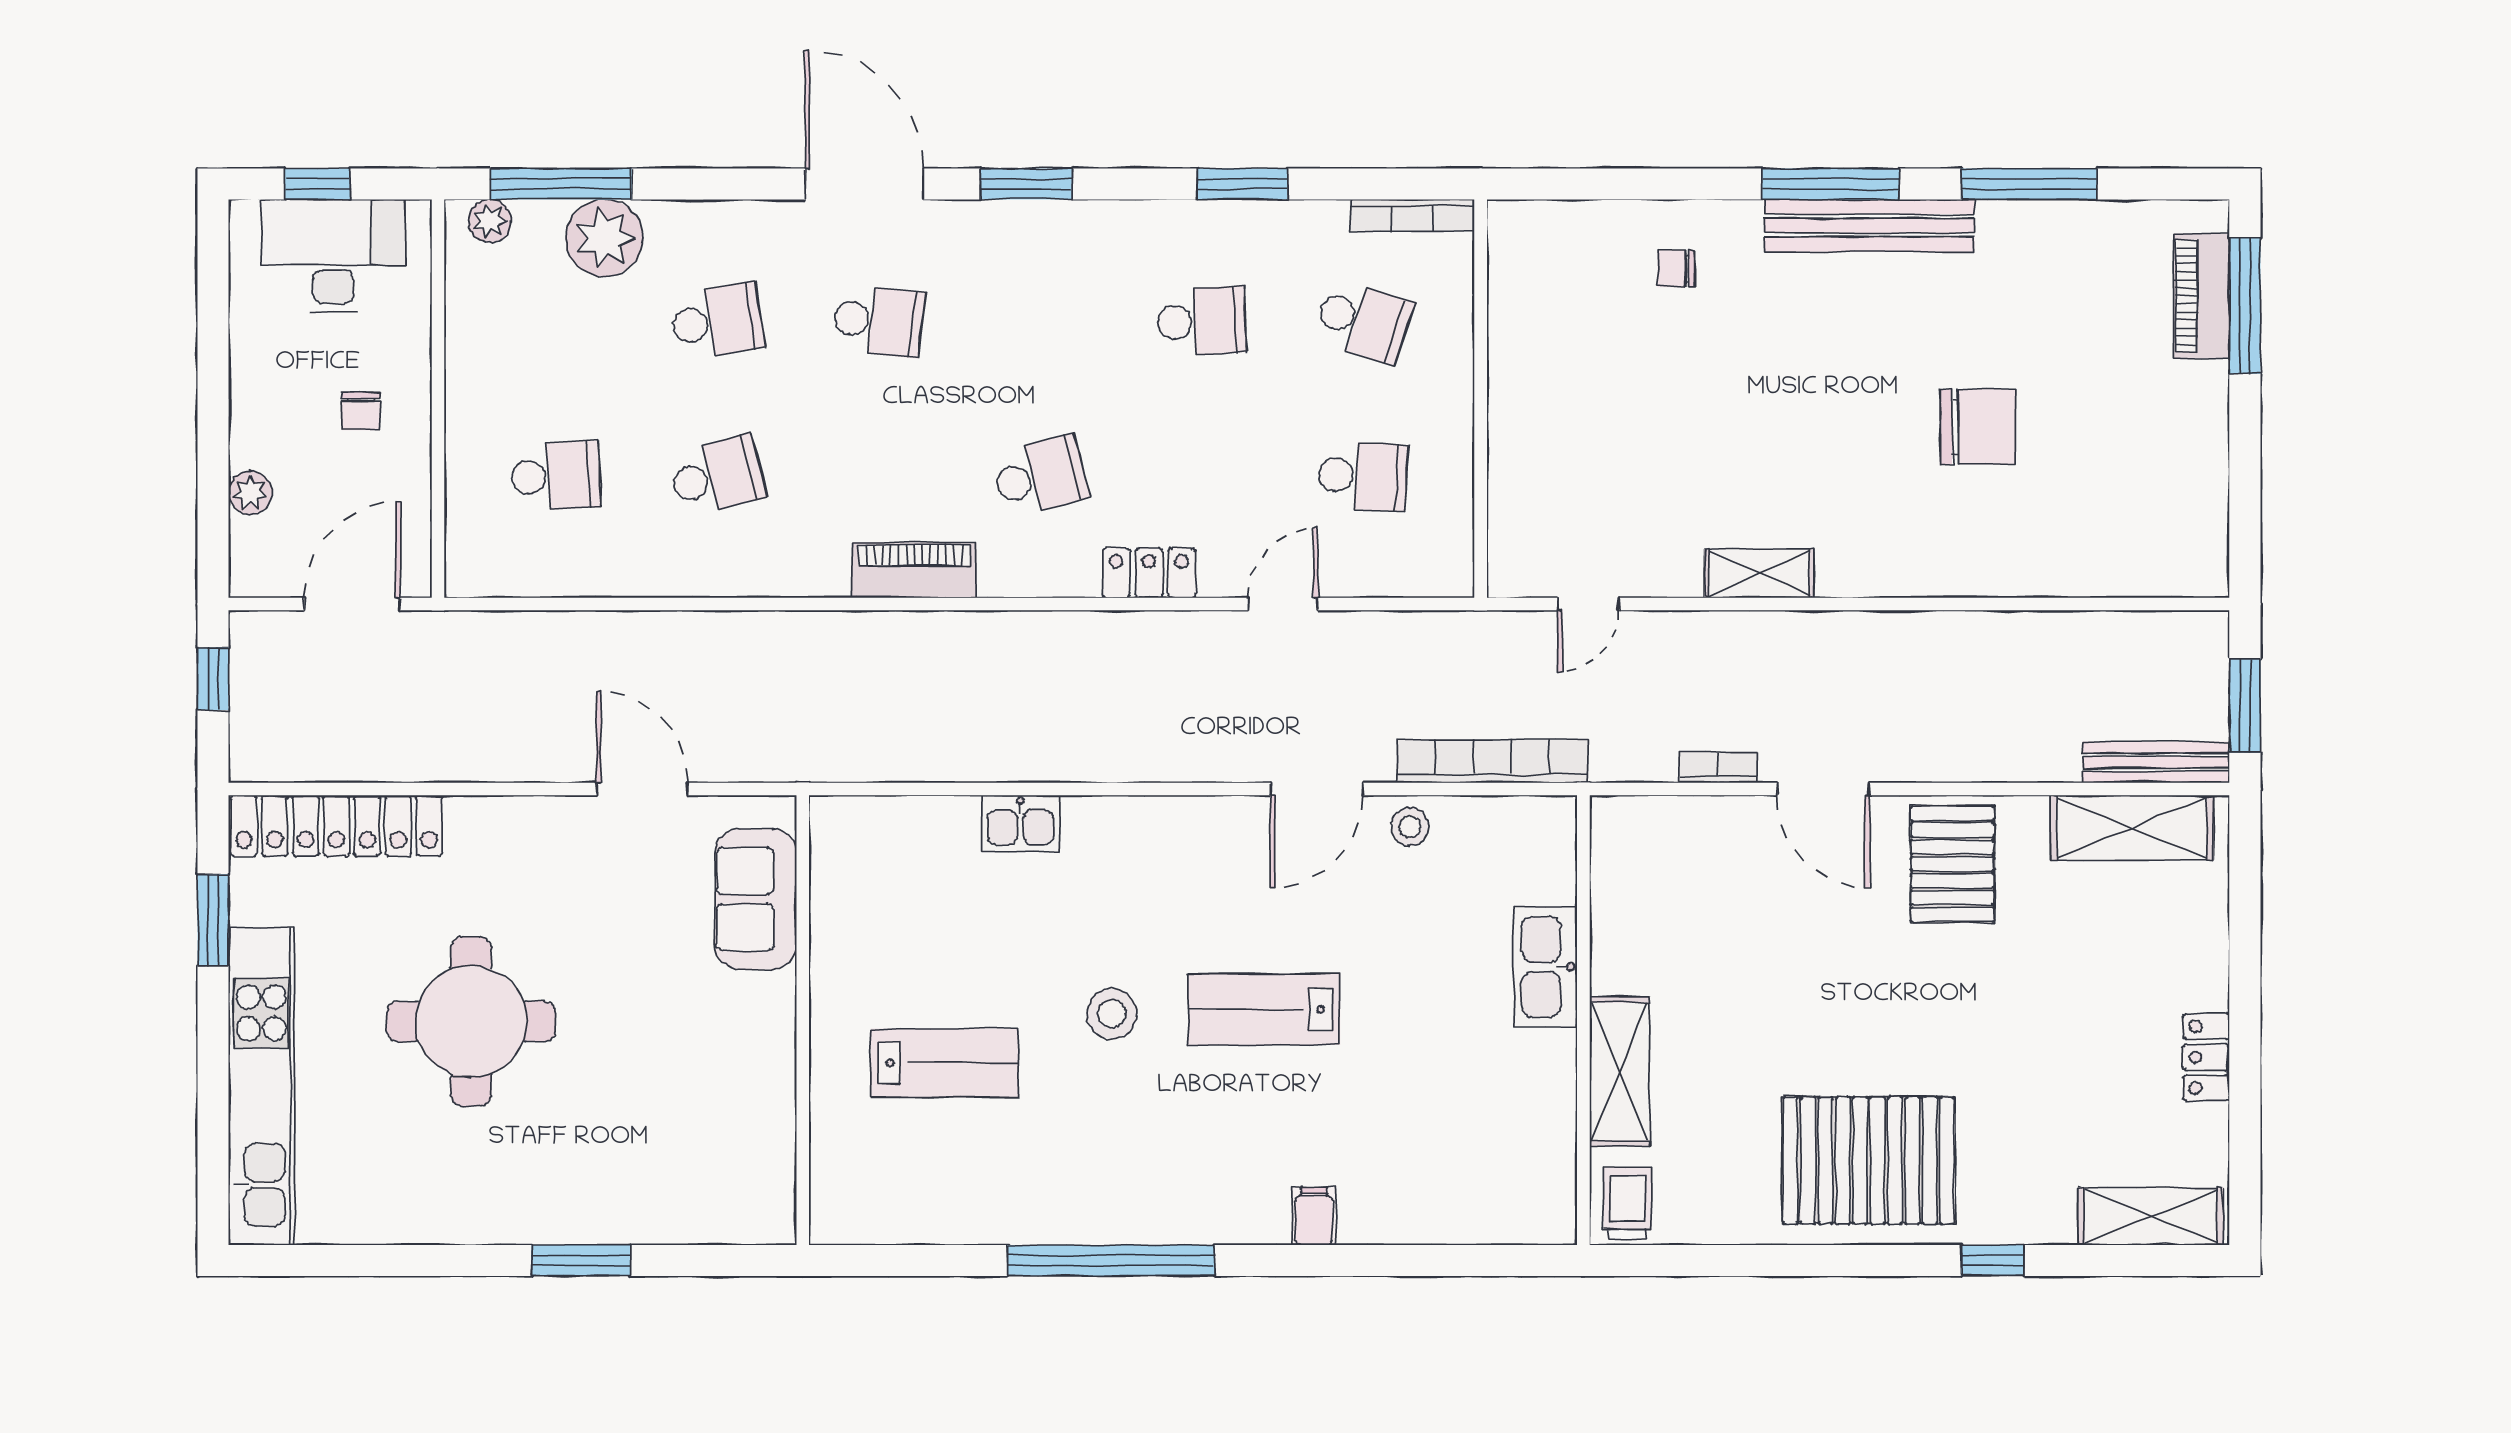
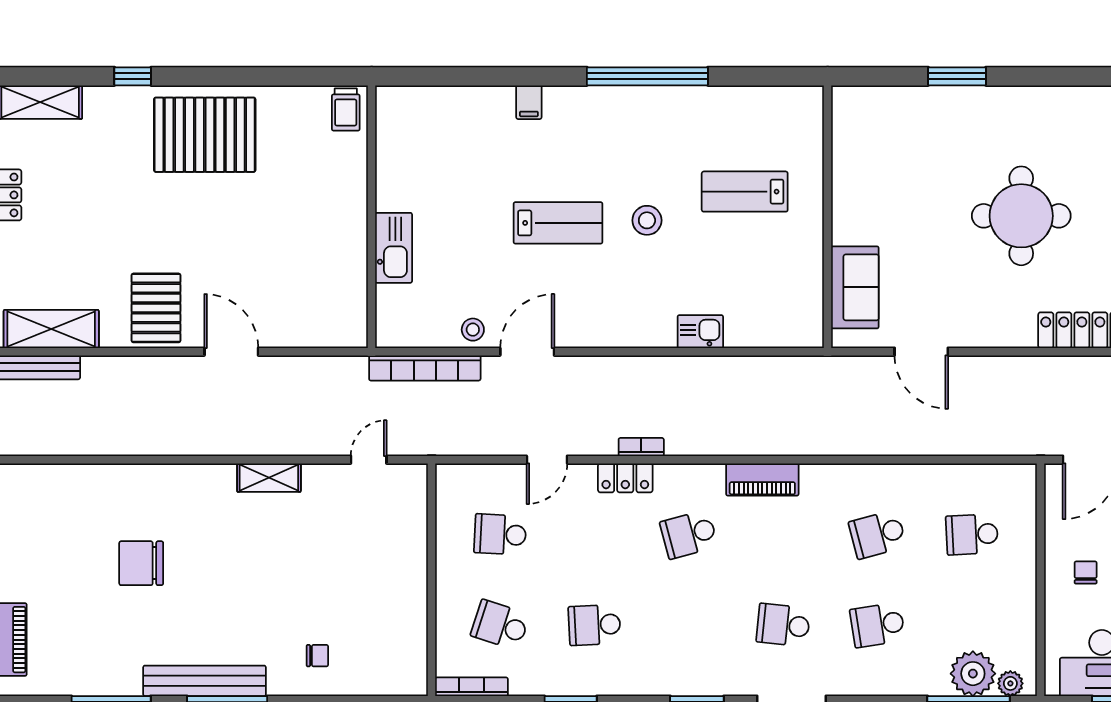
plant: (604, 238) -> (973, 674), moved
bookcase: (1718, 767) -> (641, 447), moved, turned 180
shelving: (1619, 1072) -> (350, 187), removed

